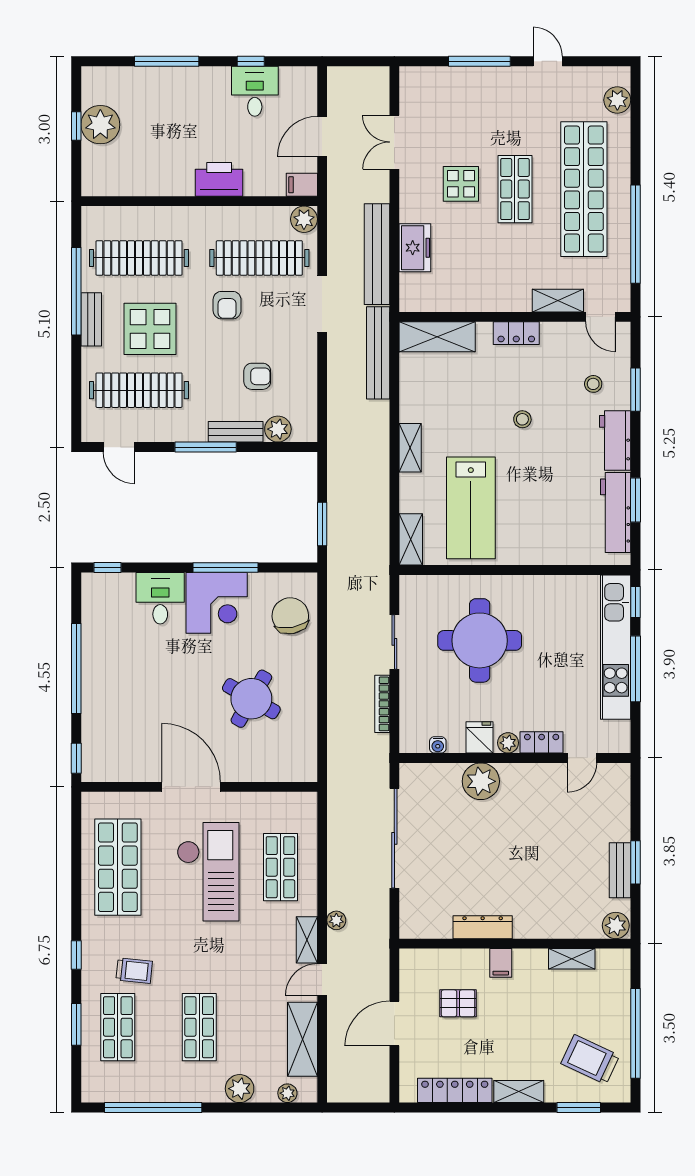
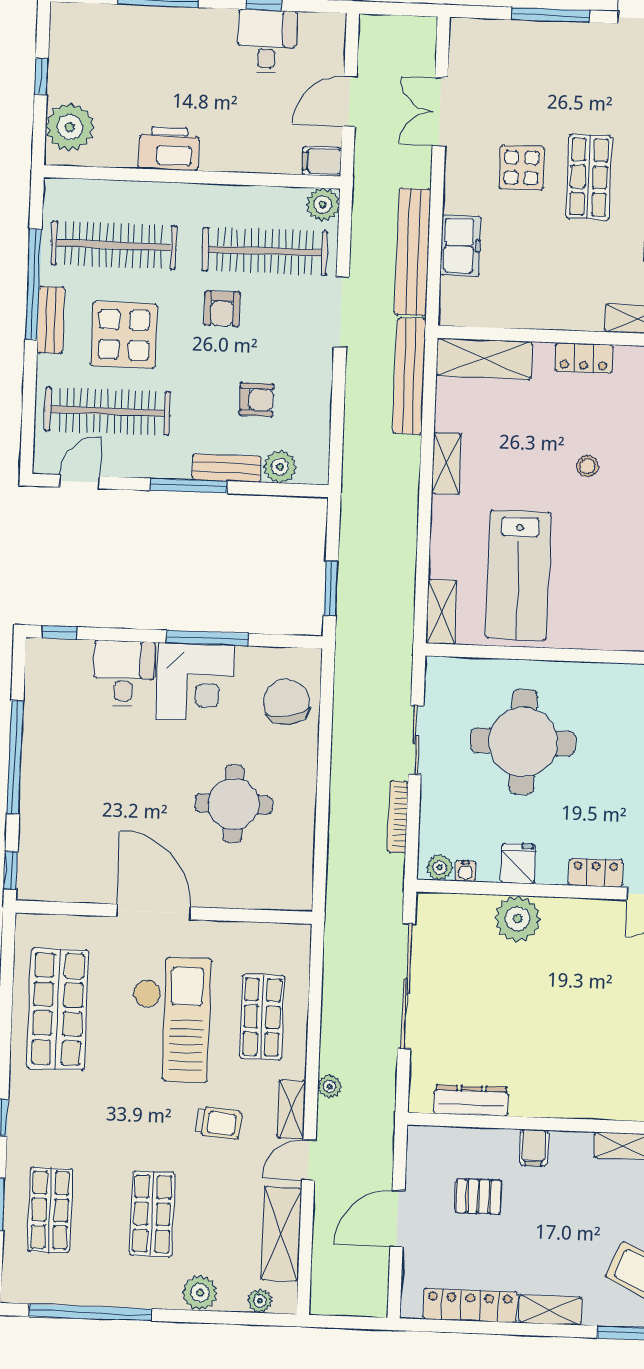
plant: (100, 125) -> (70, 127), moved
printer: (219, 179) -> (169, 149), moved
door: (119, 447) -> (79, 482), swing flipped
shelving: (410, 448) -> (446, 463), moved
round table: (251, 699) -> (234, 804), turned -30
plant: (508, 743) -> (440, 867), moved
dresser: (483, 927) -> (471, 1100), moved
trolley: (134, 971) -> (218, 1123), moved

